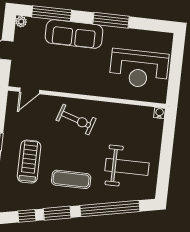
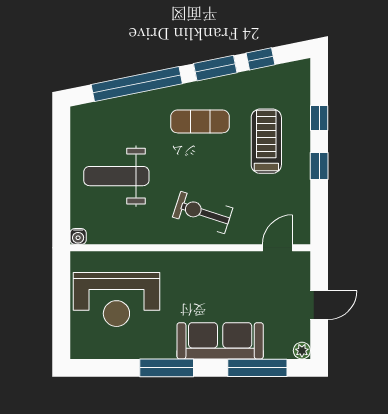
reception desk: (139, 69) -> (116, 299), turned 180
treadmill: (29, 162) -> (266, 141), turned 180
weight bench: (127, 167) -> (116, 176), moved

